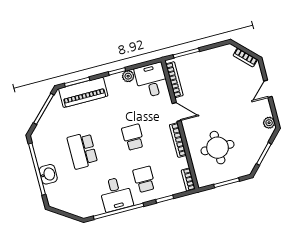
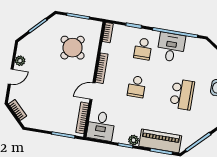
plant: (128, 76) -> (134, 140), moved
door: (177, 112) -> (92, 91), hinge flipped
plant: (269, 123) -> (20, 61), moved
round table: (218, 148) -> (73, 48), turned 36

